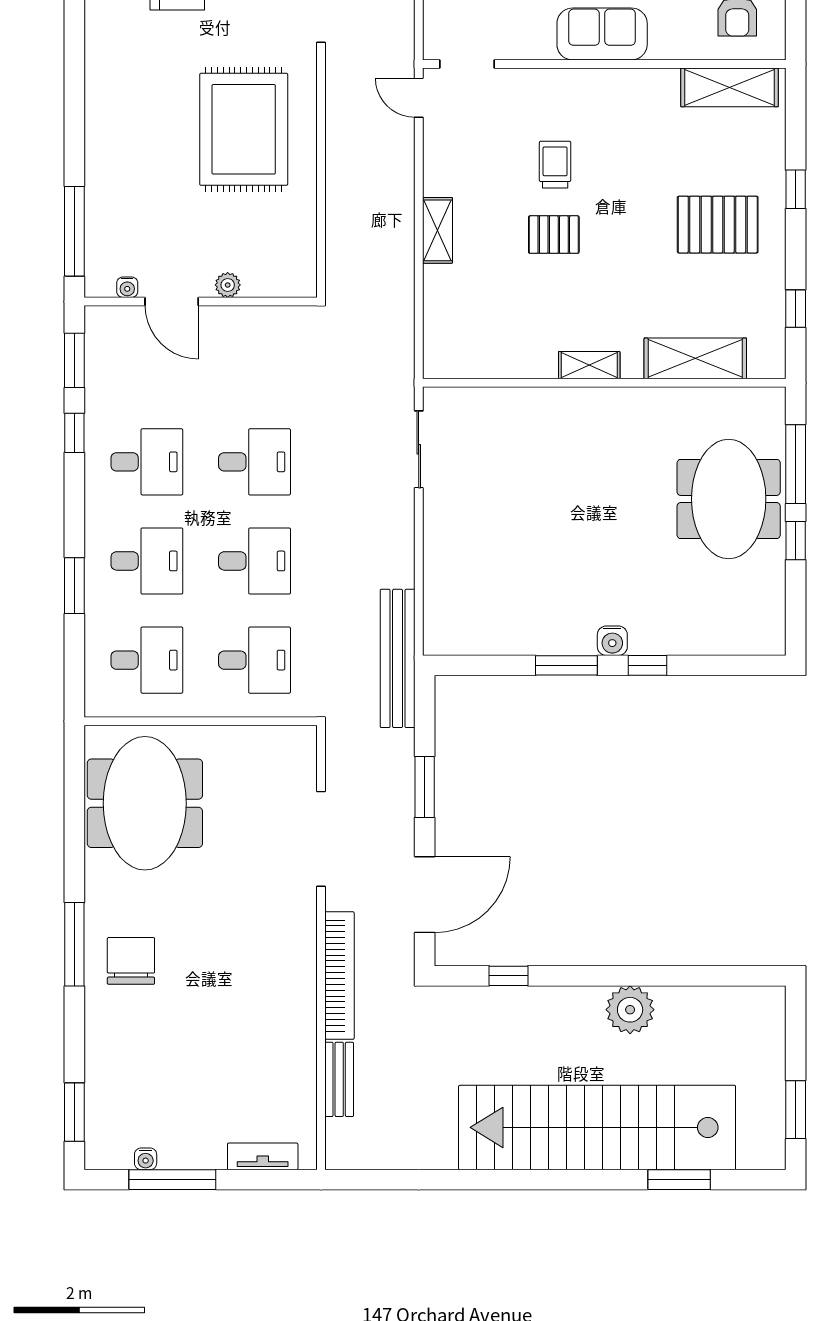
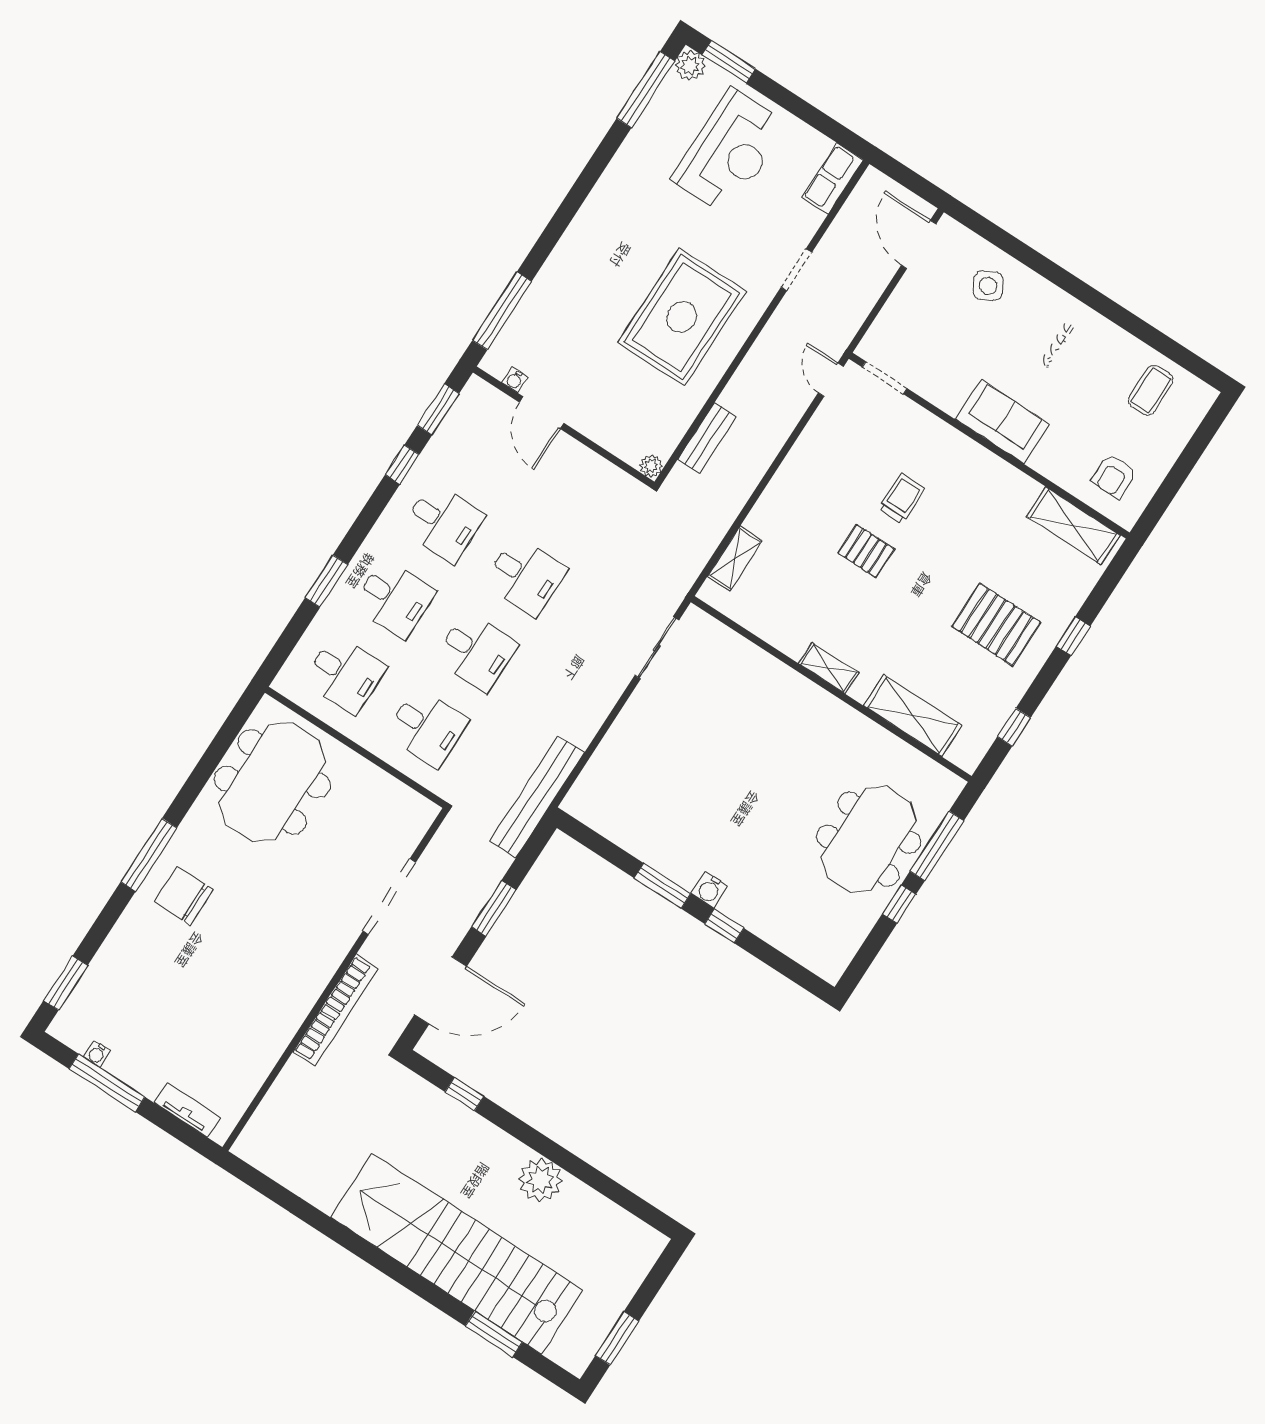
shelving: (437, 230) -> (735, 559), moved
plant: (228, 285) -> (651, 466), moved
chair: (131, 961) -> (184, 896), turned -90
bench: (339, 1079) -> (707, 438), moved

